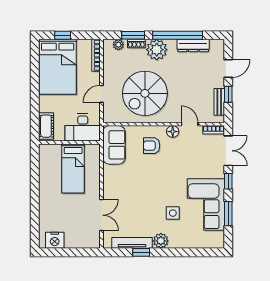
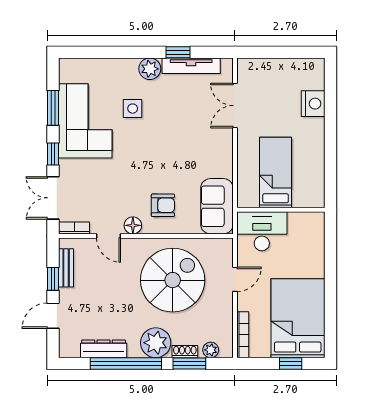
cot: (46, 126) -> (314, 233), removed
nightstand: (55, 240) -> (313, 104), moved, turned 90

